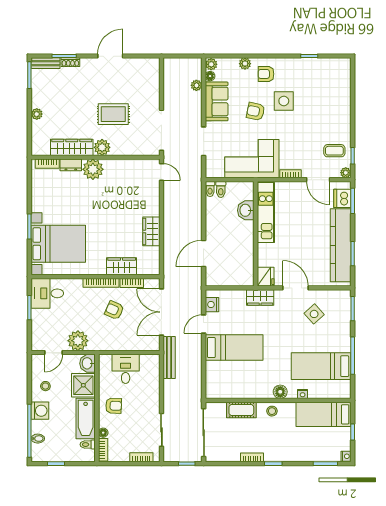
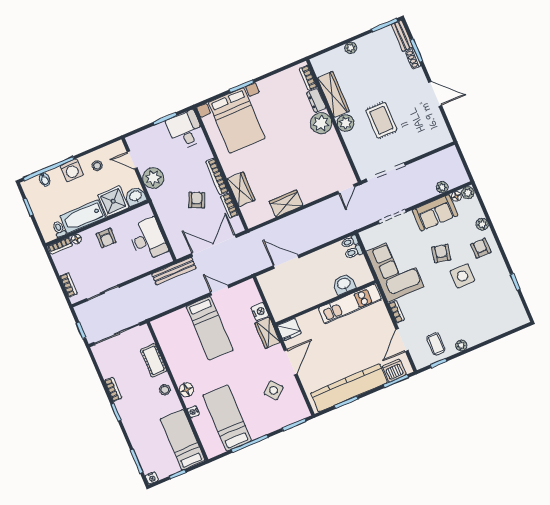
plant: (346, 173) -> (461, 345), moved
nightstand: (212, 305) -> (260, 312), moved, turned 90
desk: (126, 369) -> (148, 239), width x1.37

